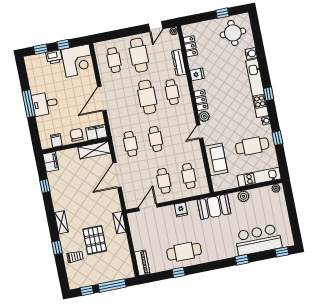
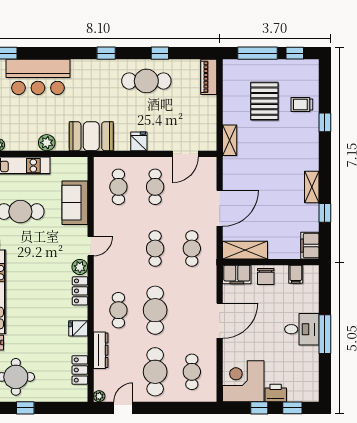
shelving: (61, 222) -> (312, 187), moved
pallet: (95, 240) -> (264, 101), moved
window: (242, 260) -> (106, 53), moved

